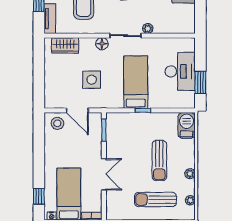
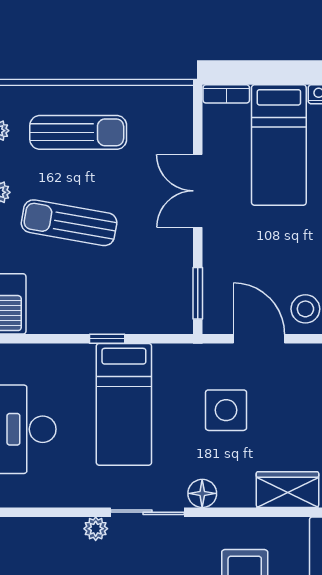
sun lounger: (159, 161) -> (69, 223), turned -80

